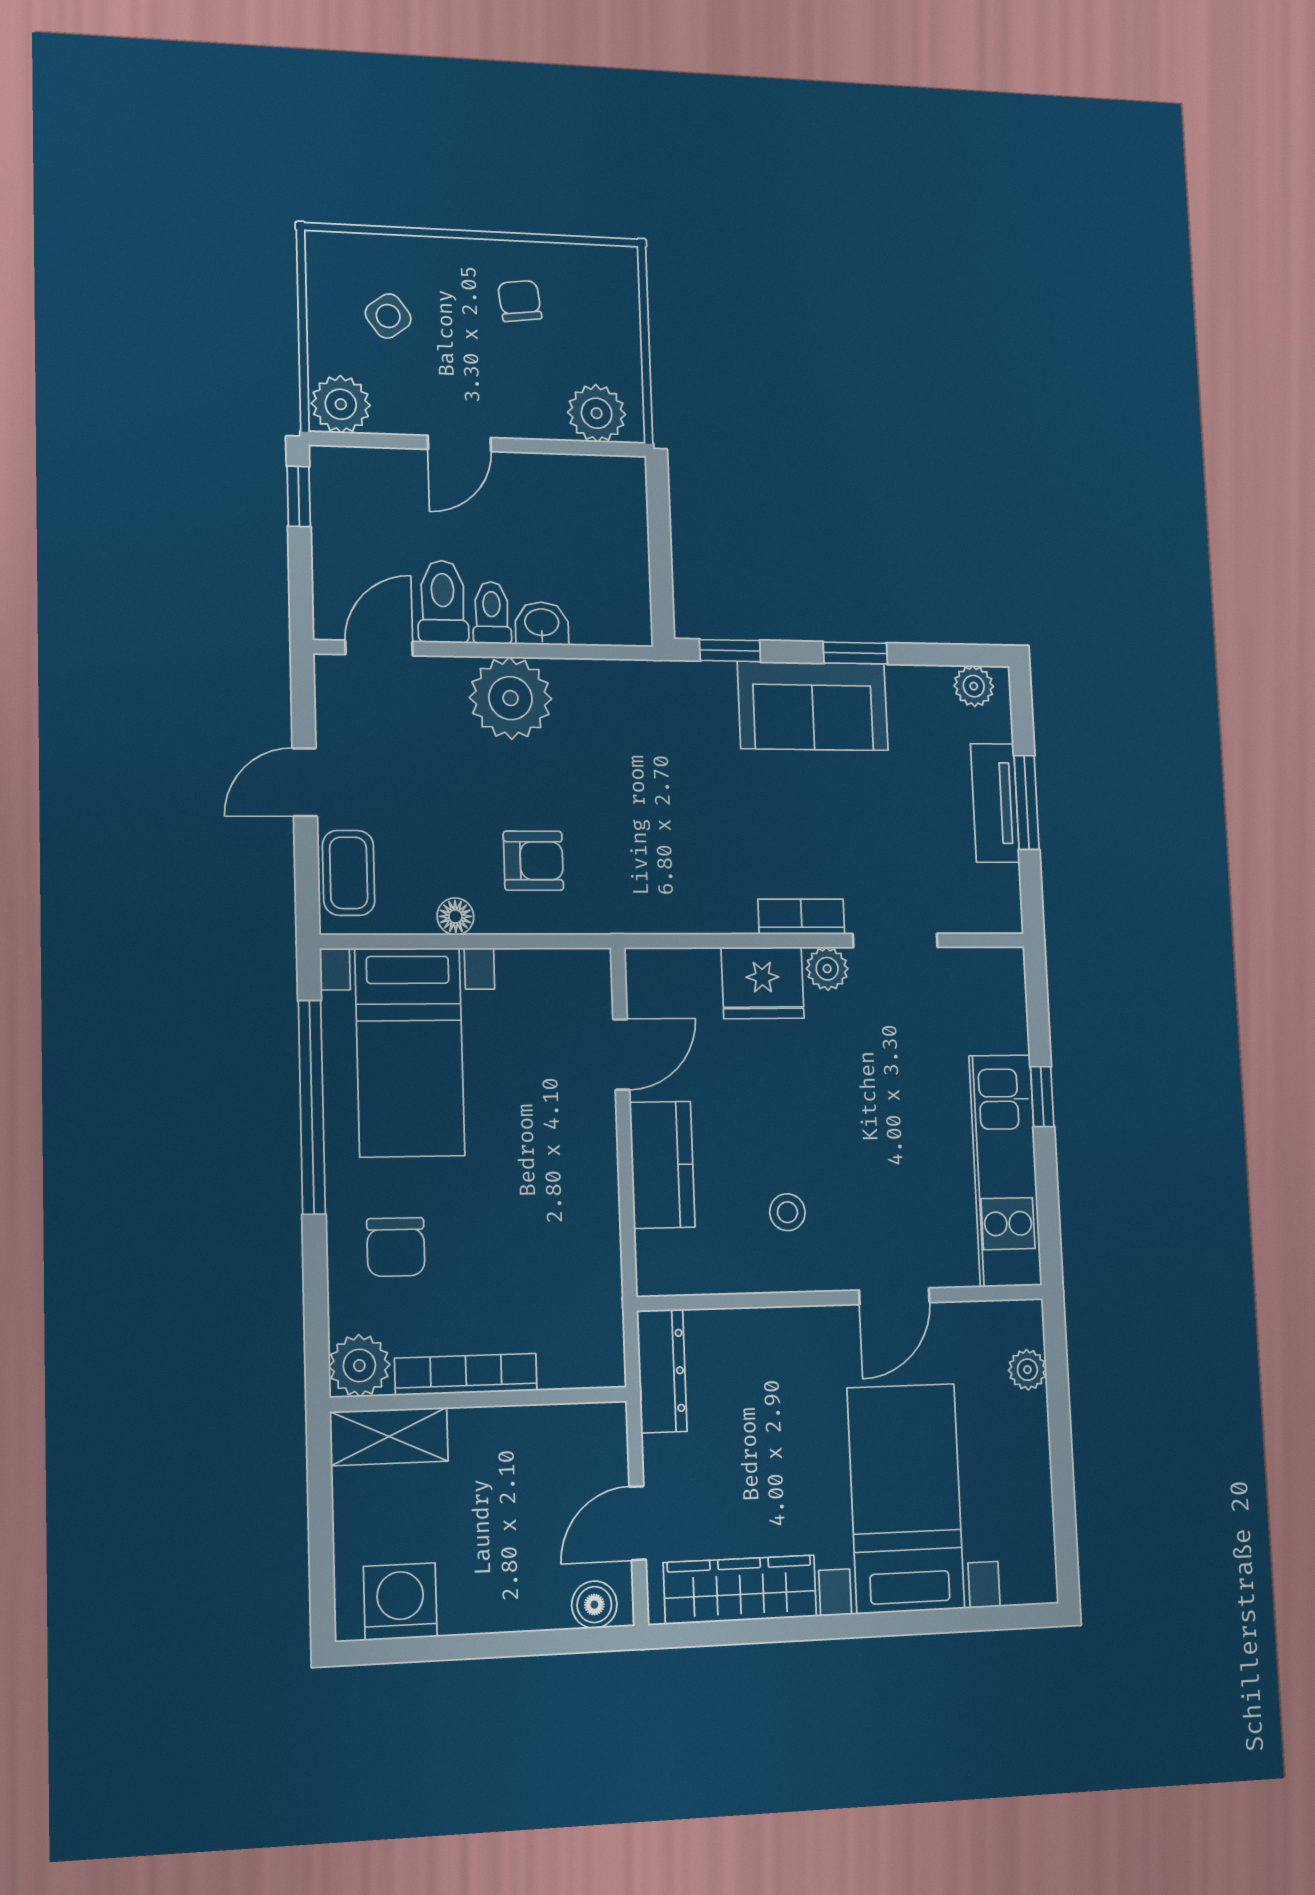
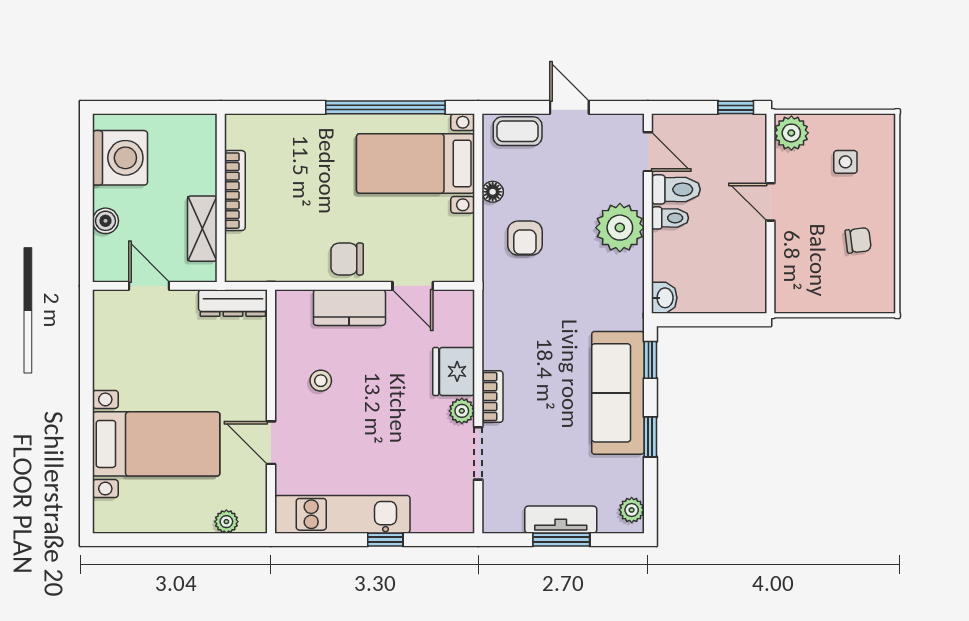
side table: (388, 316) -> (845, 162), turned 36
plant: (597, 413) -> (792, 284), removed
washbasin: (542, 623) -> (664, 298), moved
sofa: (813, 706) -> (618, 393), width x1.36
chair: (396, 1247) -> (347, 259), moved
plant: (359, 1365) -> (242, 131), removed
shelving: (389, 1436) -> (202, 229), moved
wardrobe: (740, 1590) -> (110, 344), removed
washing machine: (400, 1602) -> (120, 158), width x1.37, depth x1.37
boiler: (594, 1605) -> (105, 221), moved

